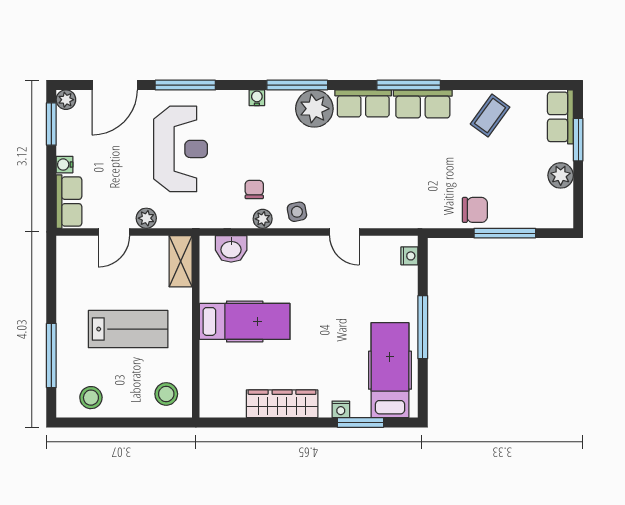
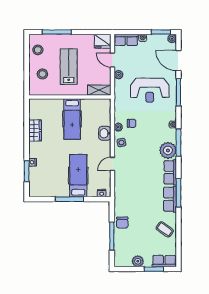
washbasin: (231, 249) -> (105, 133), moved
fridge: (72, 254) -> (103, 41), added
lab bench: (128, 329) -> (69, 67), turned 180
hospital bed: (390, 370) -> (78, 176), moved, turned -90
stool: (166, 394) -> (42, 74), moved
wardrobe: (282, 404) -> (35, 130), width x0.67

